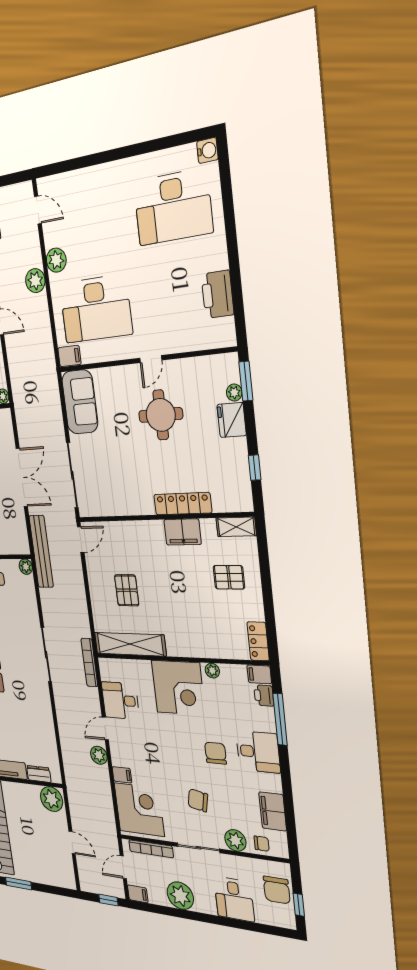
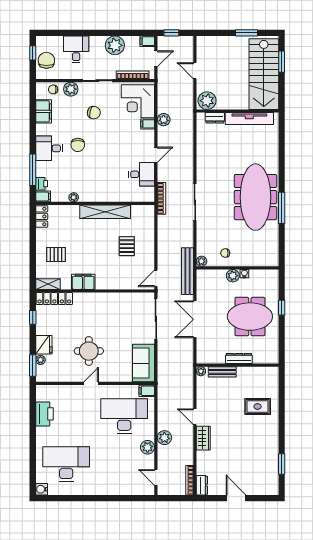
locker: (183, 504) -> (54, 299), moved
shelving: (130, 644) -> (105, 212), moved
corner desk: (178, 688) -> (98, 185), removed
plant: (99, 755) -> (164, 120), moved

